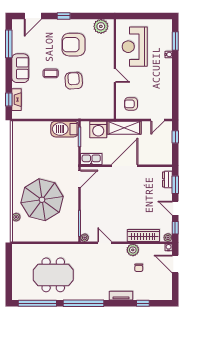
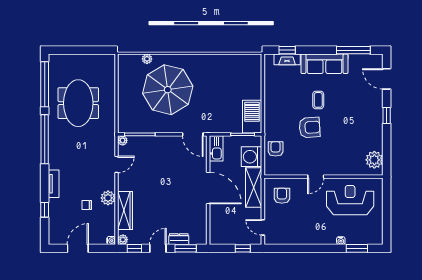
armchair: (73, 45) -> (276, 149), moved, width x0.53, depth x0.53
sofa: (20, 68) -> (324, 64), width x1.36
dresser: (167, 179) -> (179, 239), moved
door: (175, 264) -> (78, 248), moved

